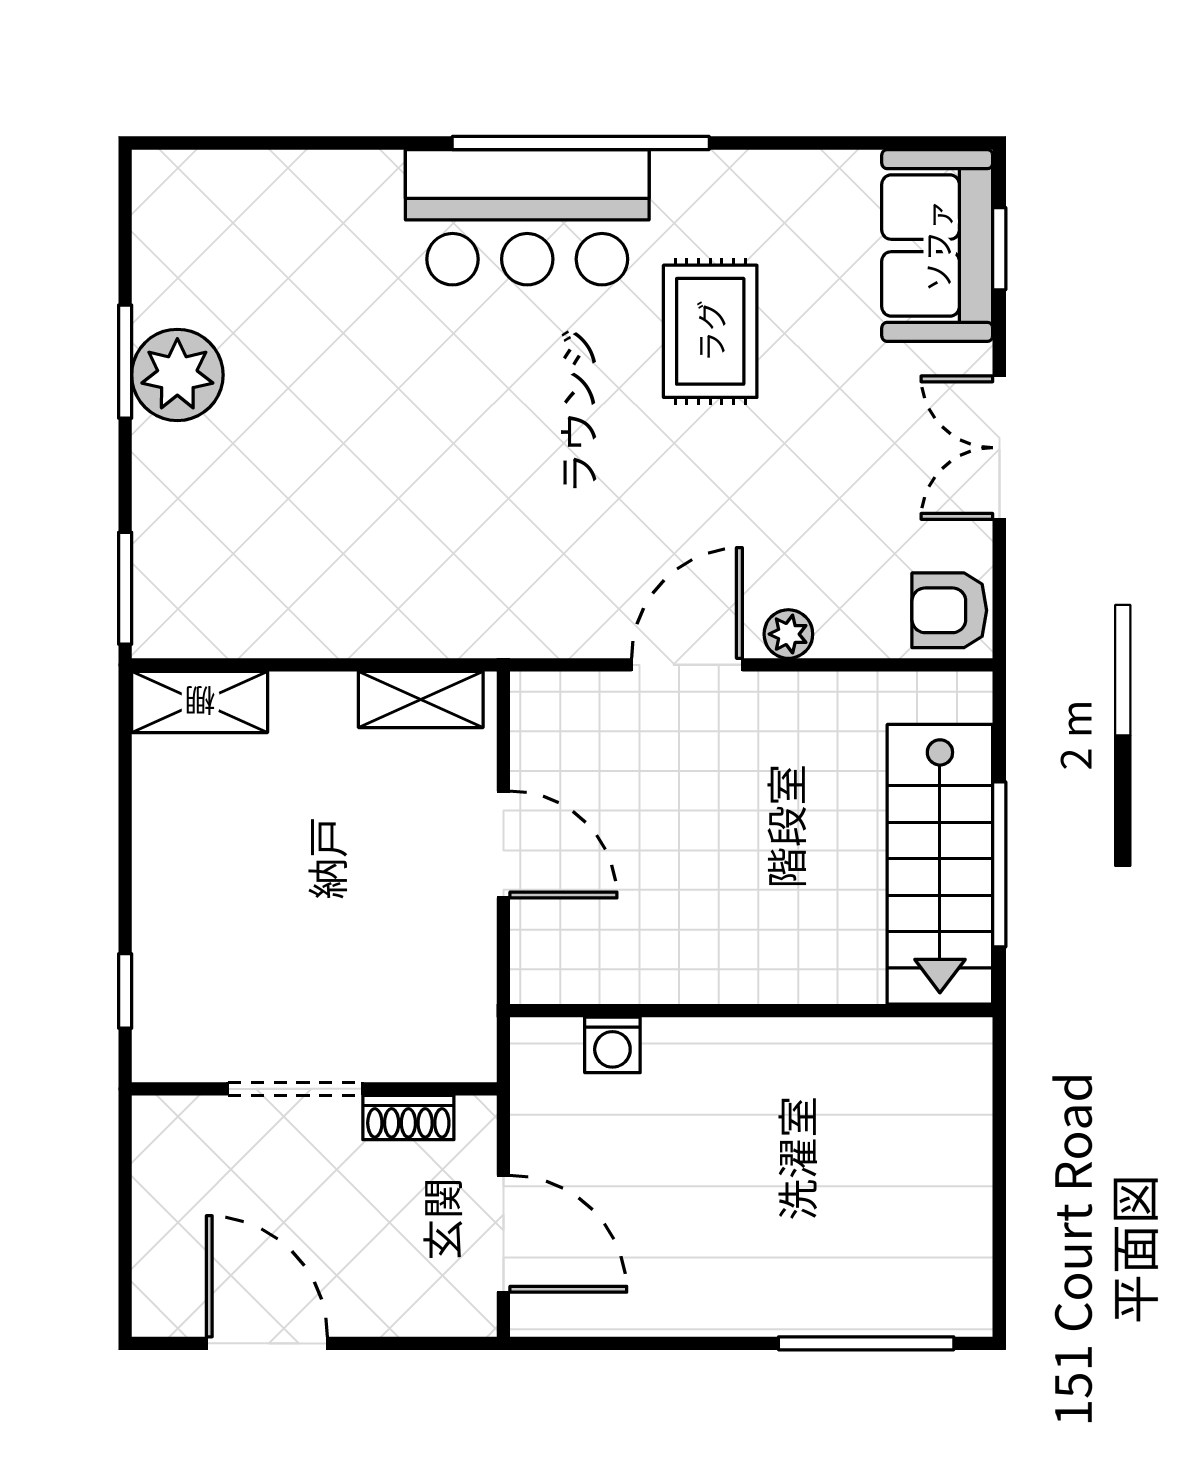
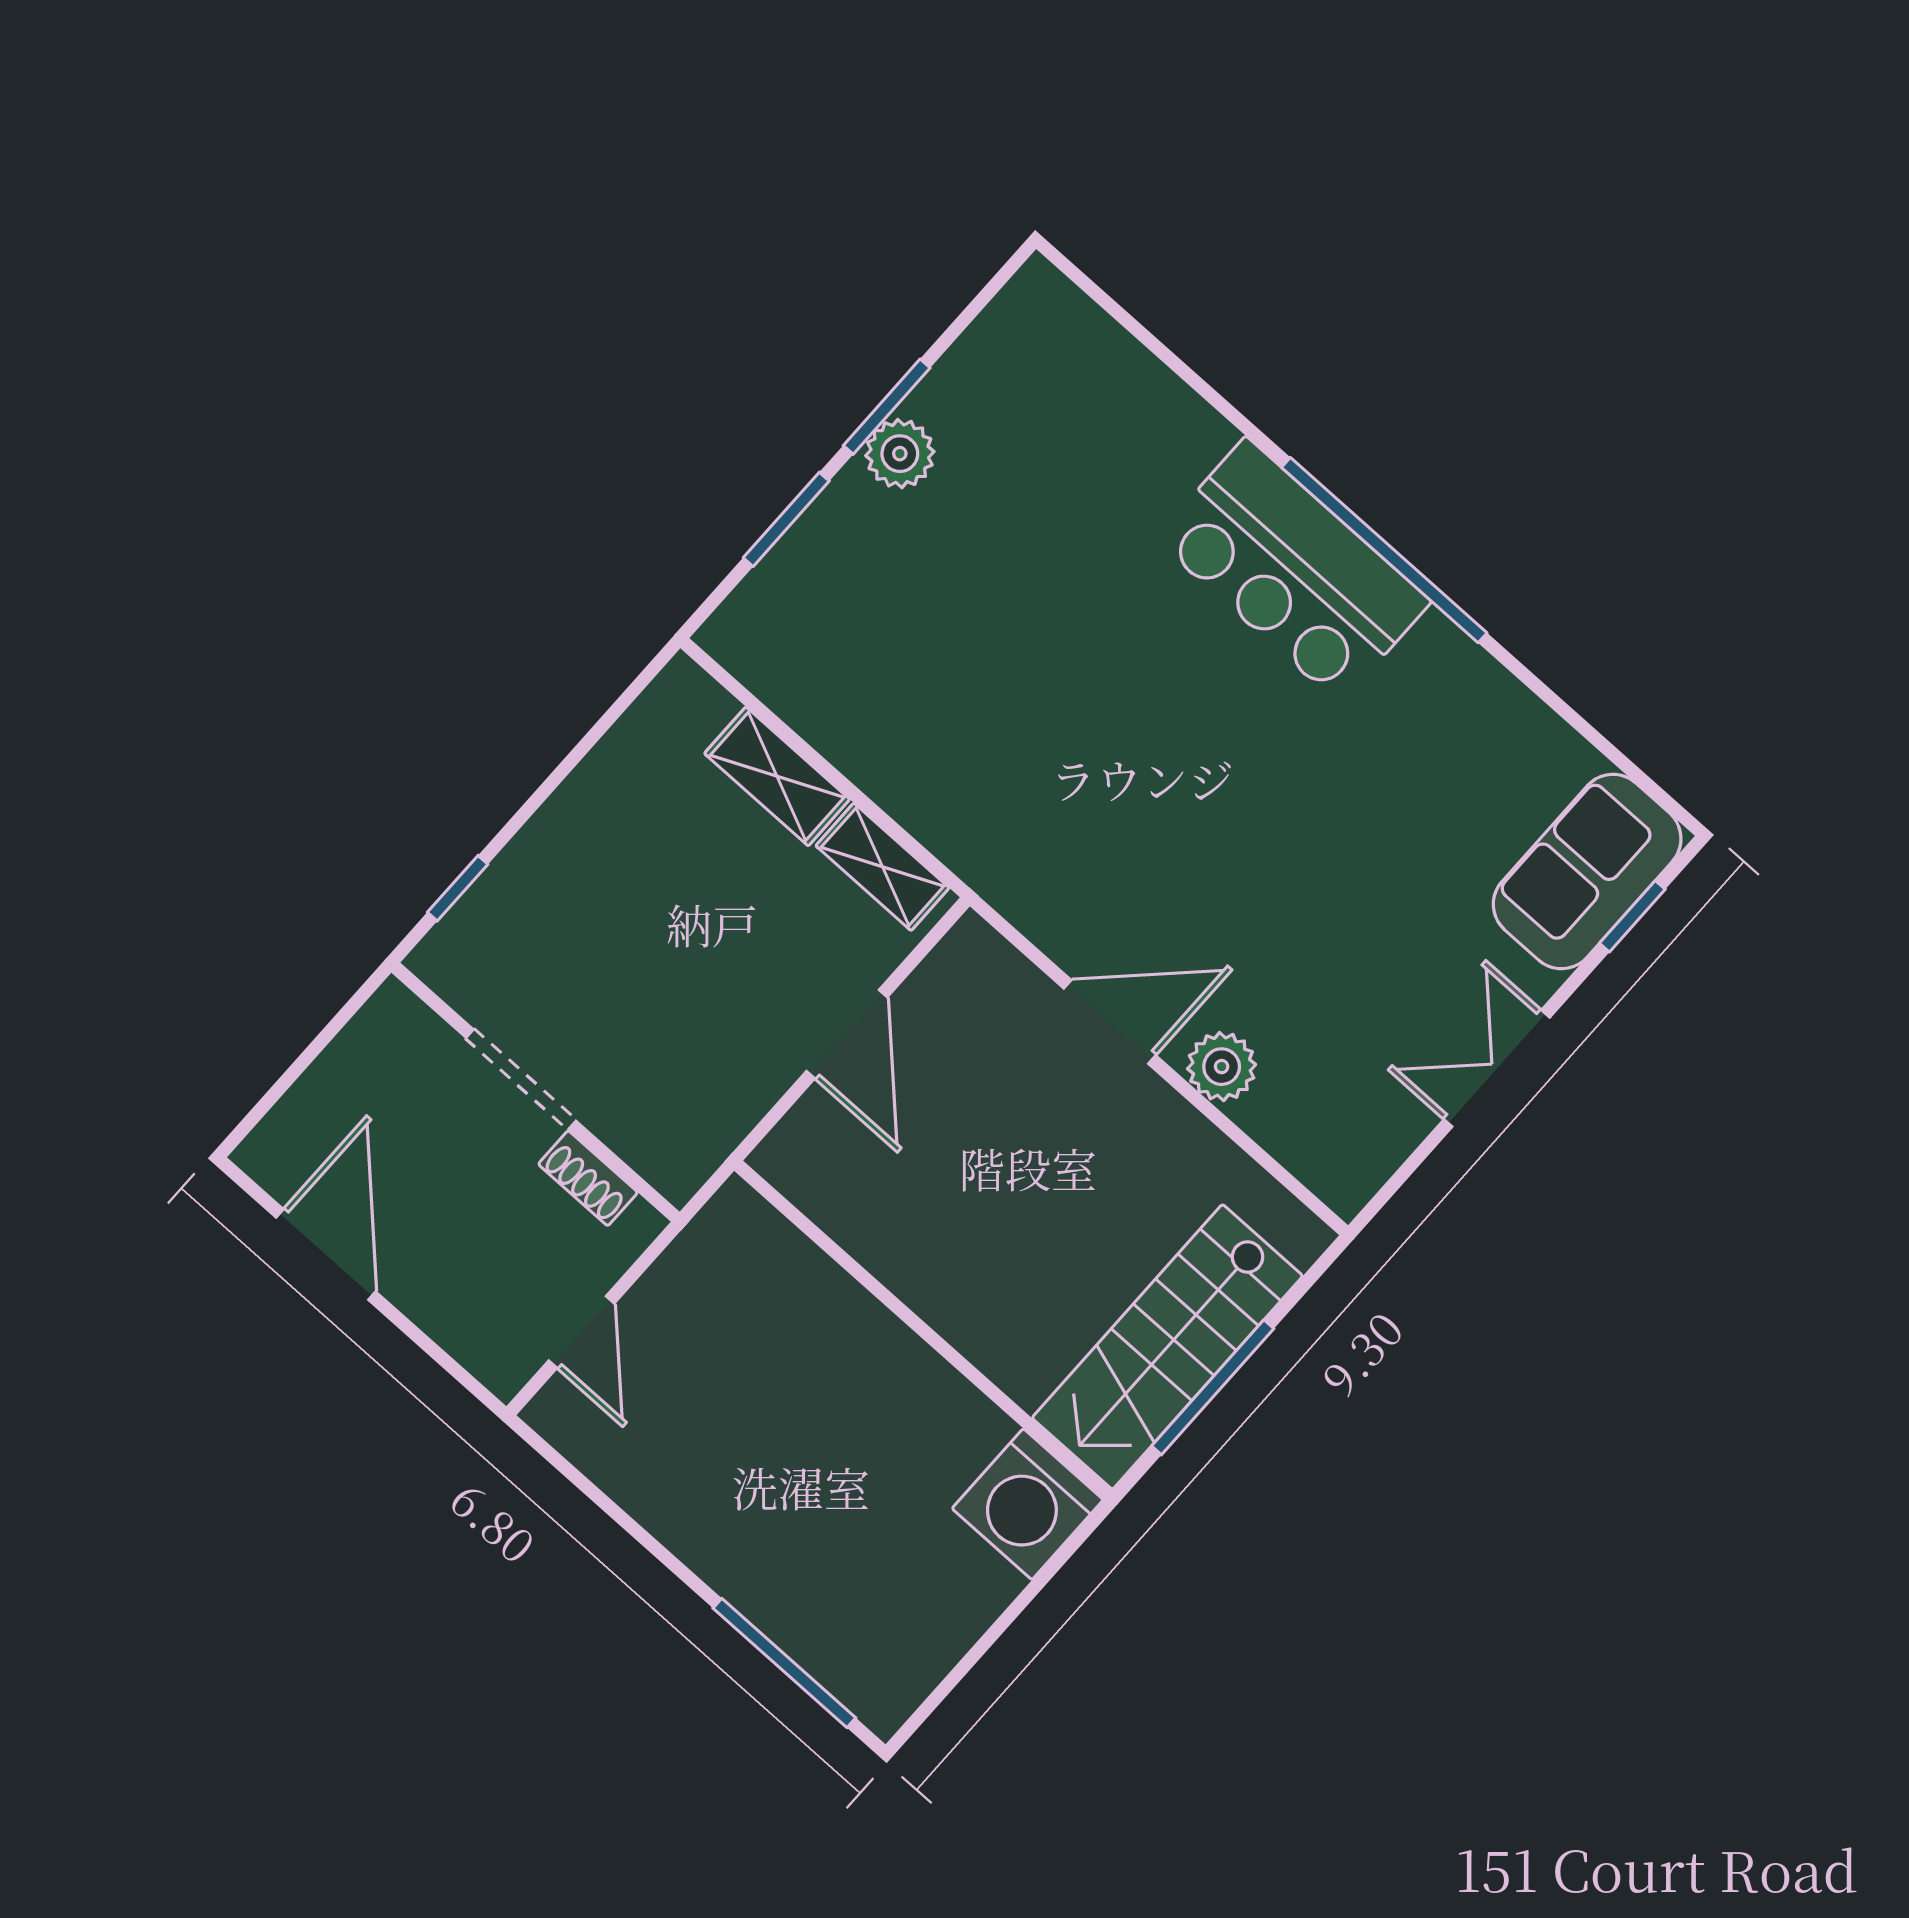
rug: (710, 331) -> (1355, 782), removed
plant: (177, 375) -> (900, 454), width x0.73, depth x0.73
window: (125, 588) -> (786, 519), moved
armchair: (949, 610) -> (1348, 1159), removed
plant: (788, 634) -> (1222, 1067), width x1.38, depth x1.38
shelving: (200, 702) -> (777, 776), moved
washing machine: (612, 1045) -> (1028, 1504), moved, width x1.89, depth x1.89
door: (503, 1234) -> (582, 1332), width x0.73

